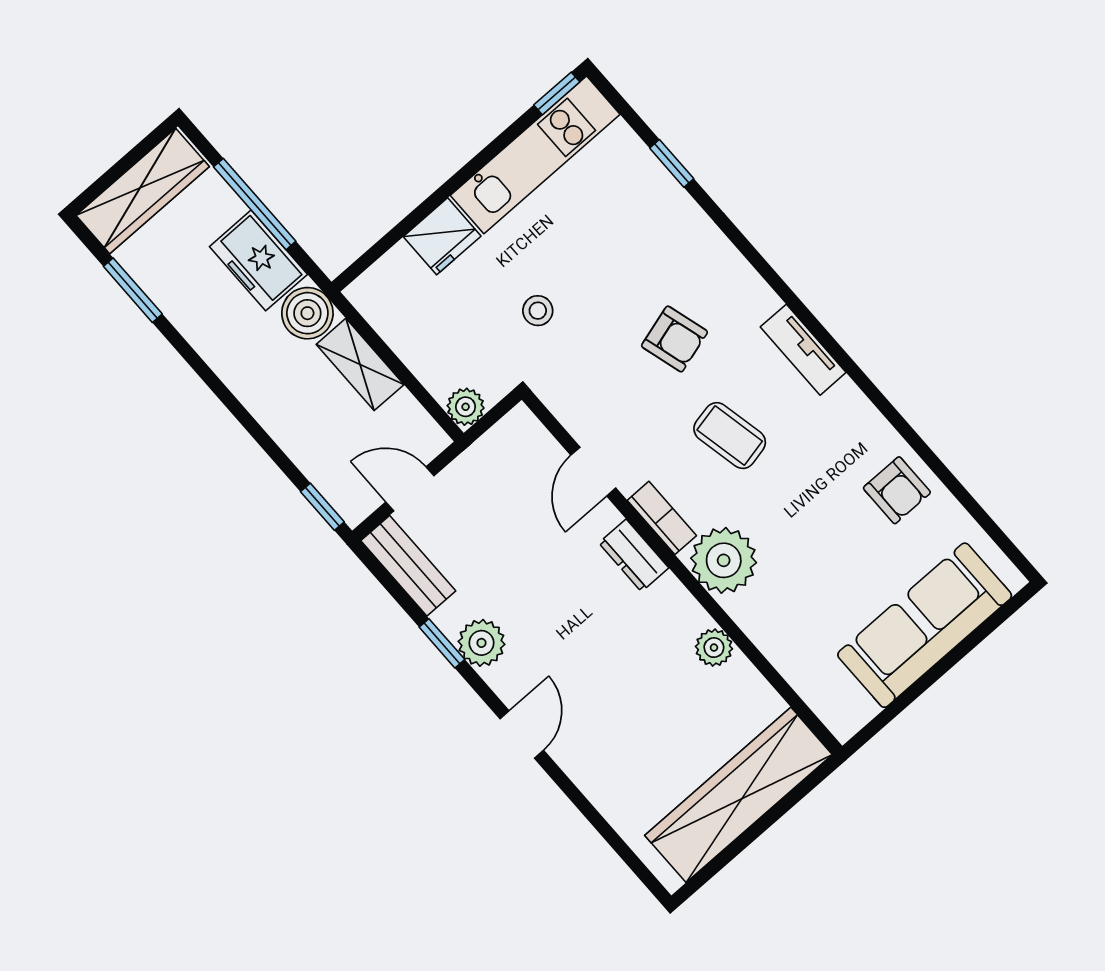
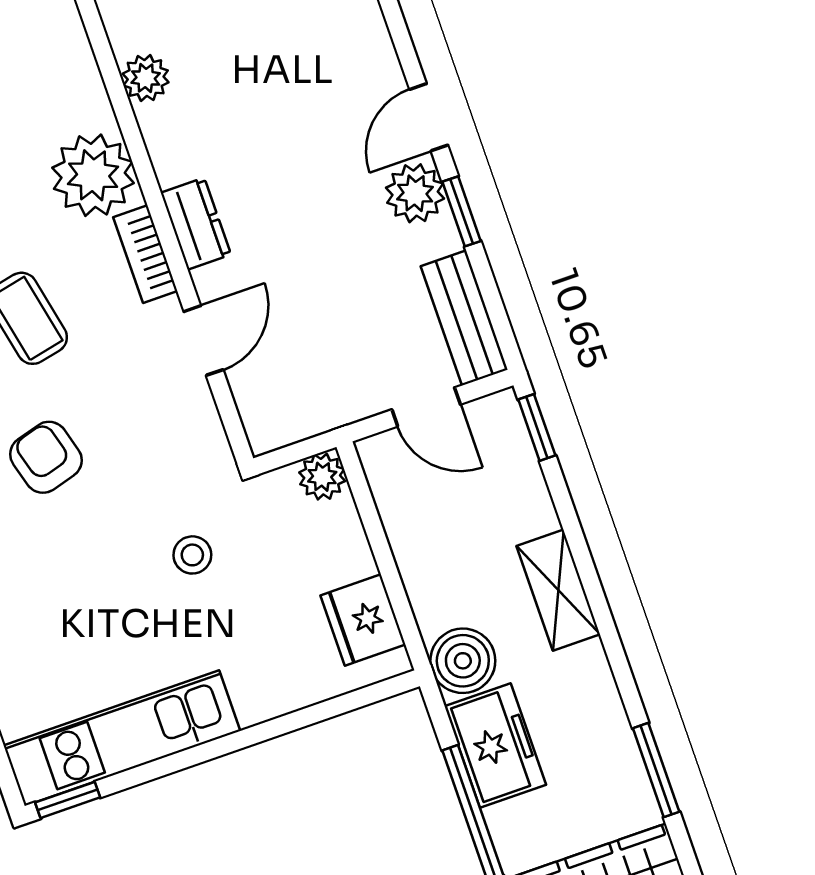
fridge: (442, 236) -> (363, 620), moved, turned -90
shelving: (360, 364) -> (558, 590), moved
door: (522, 734) -> (429, 117), moved

